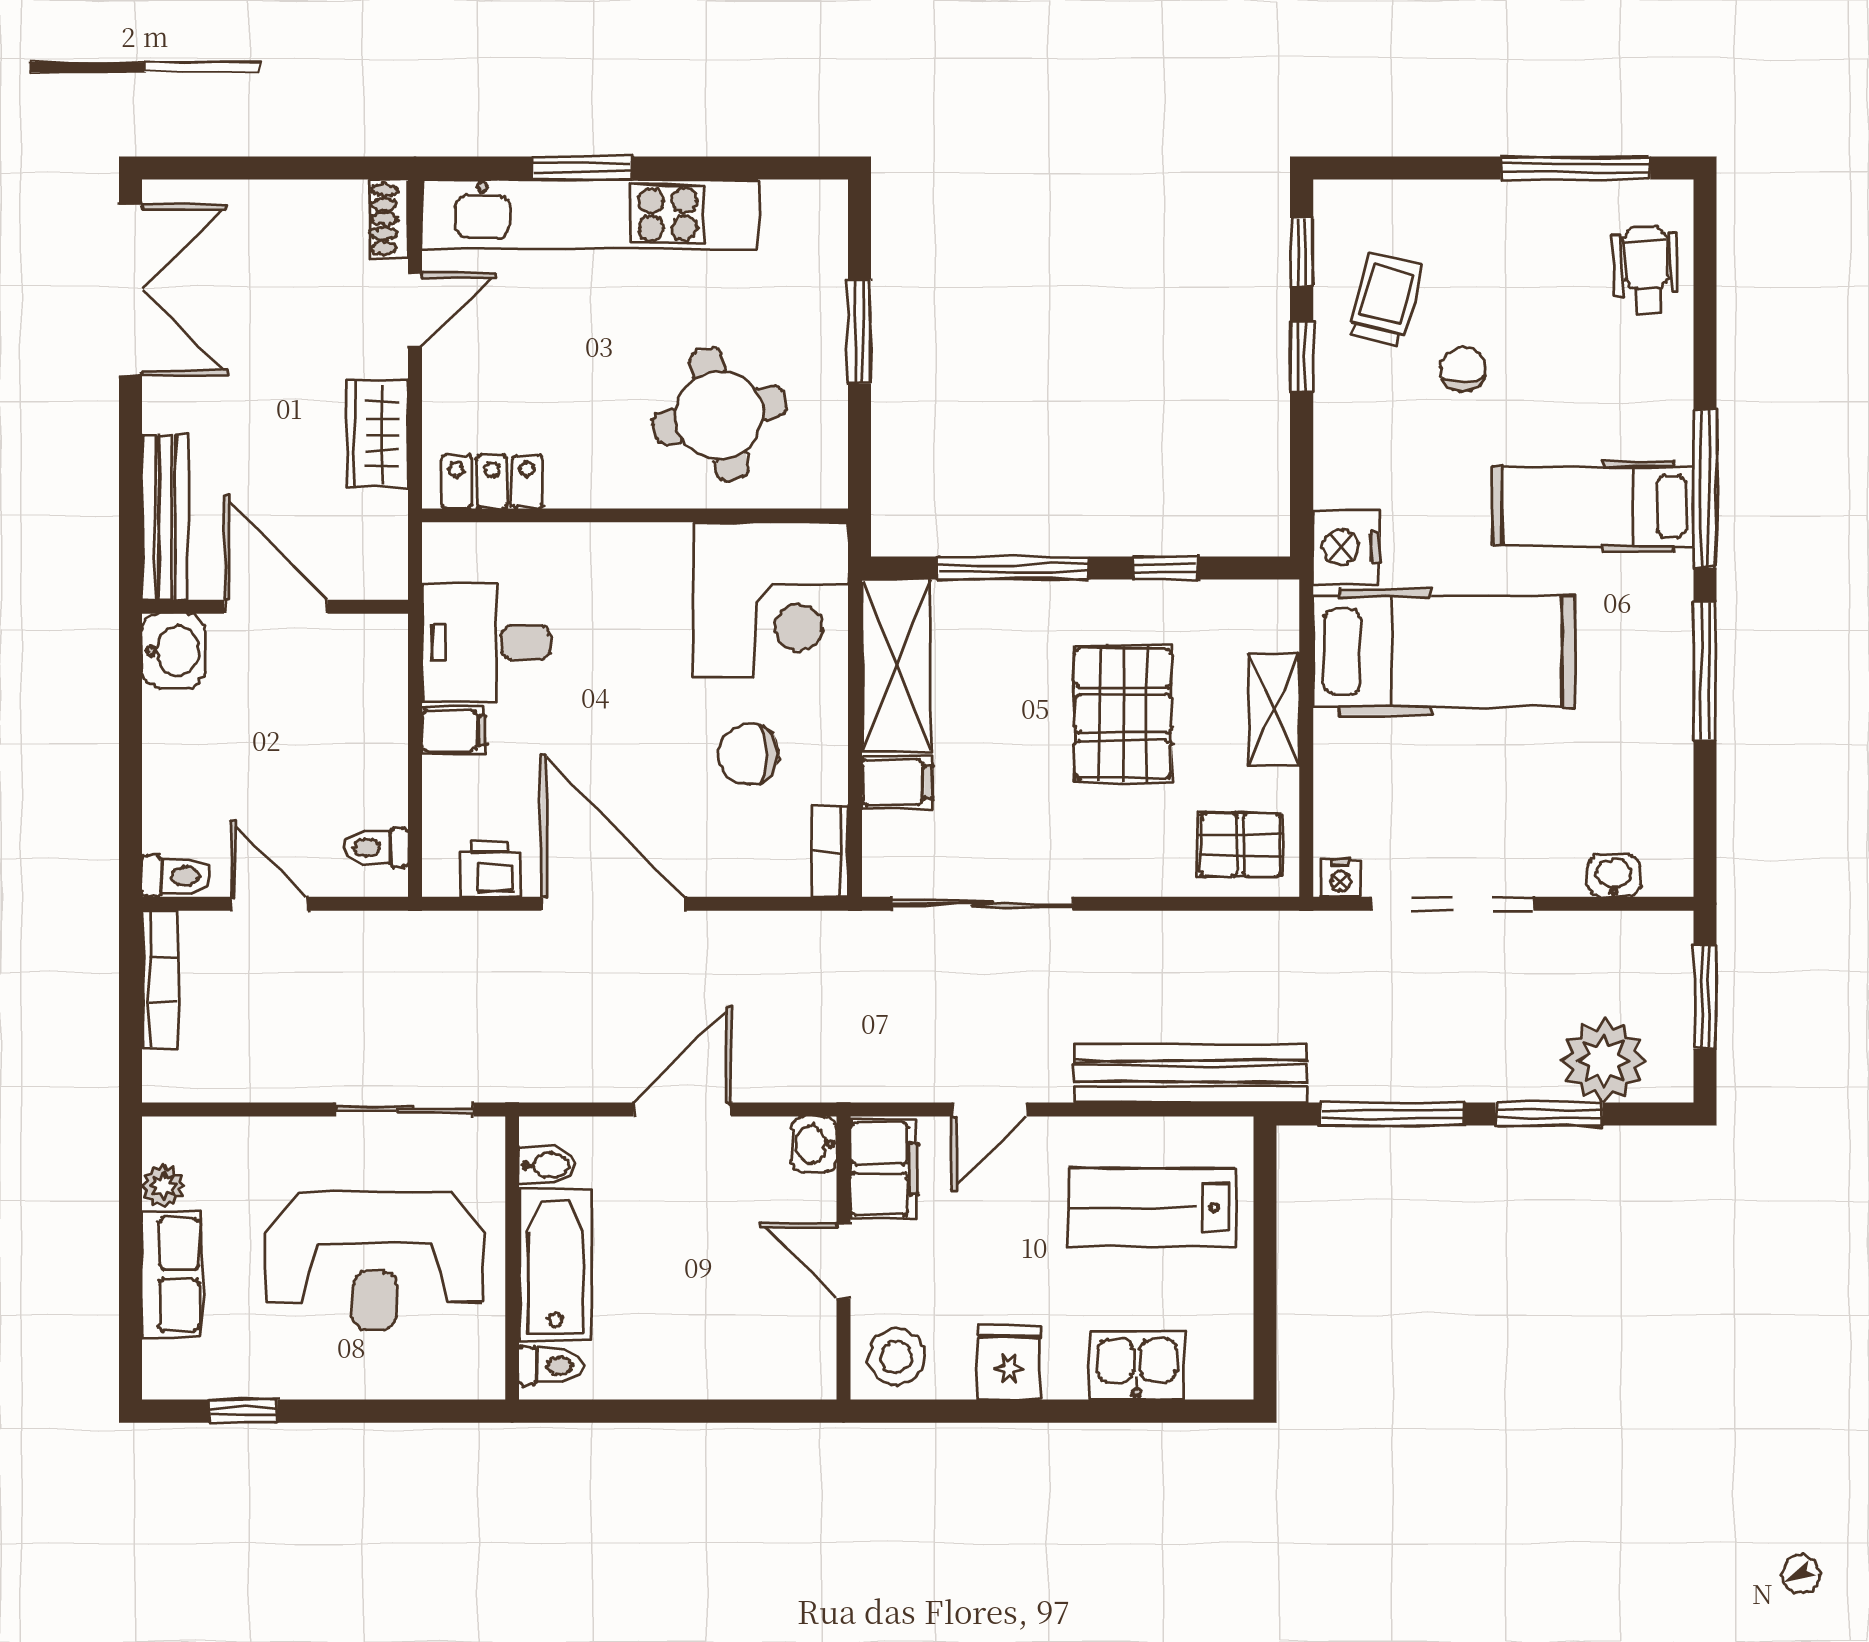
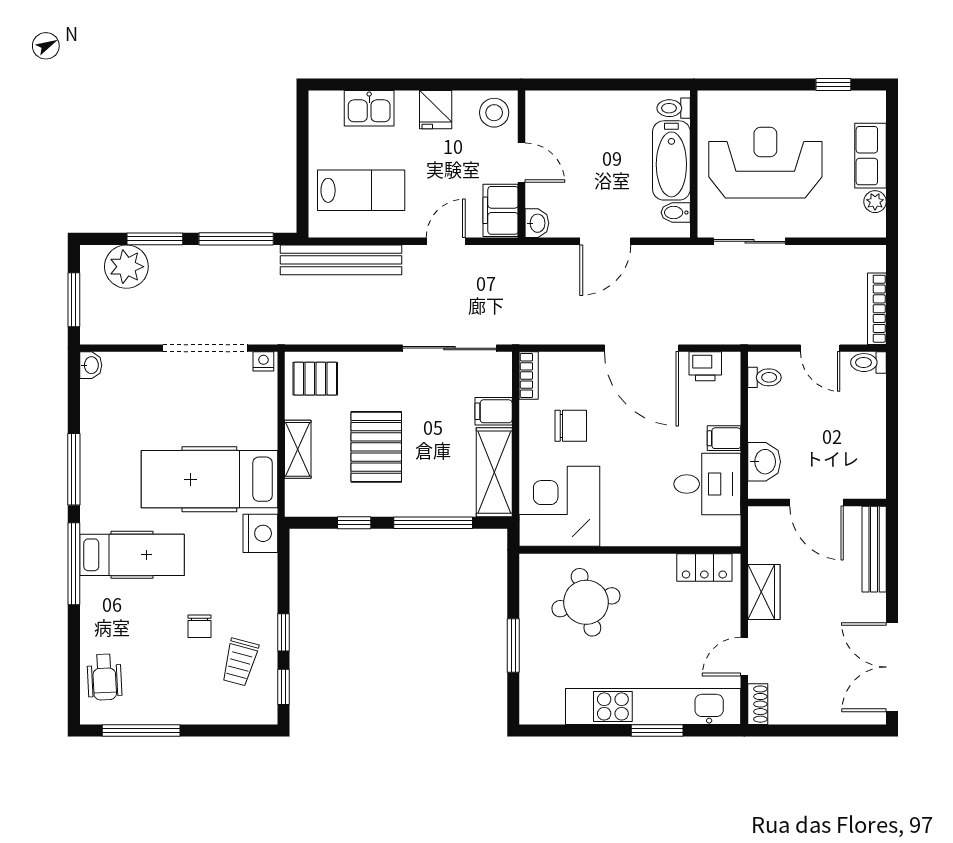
washbasin: (173, 651) -> (764, 462), moved, turned 180
washbasin: (1614, 876) -> (91, 365), moved, turned -90

